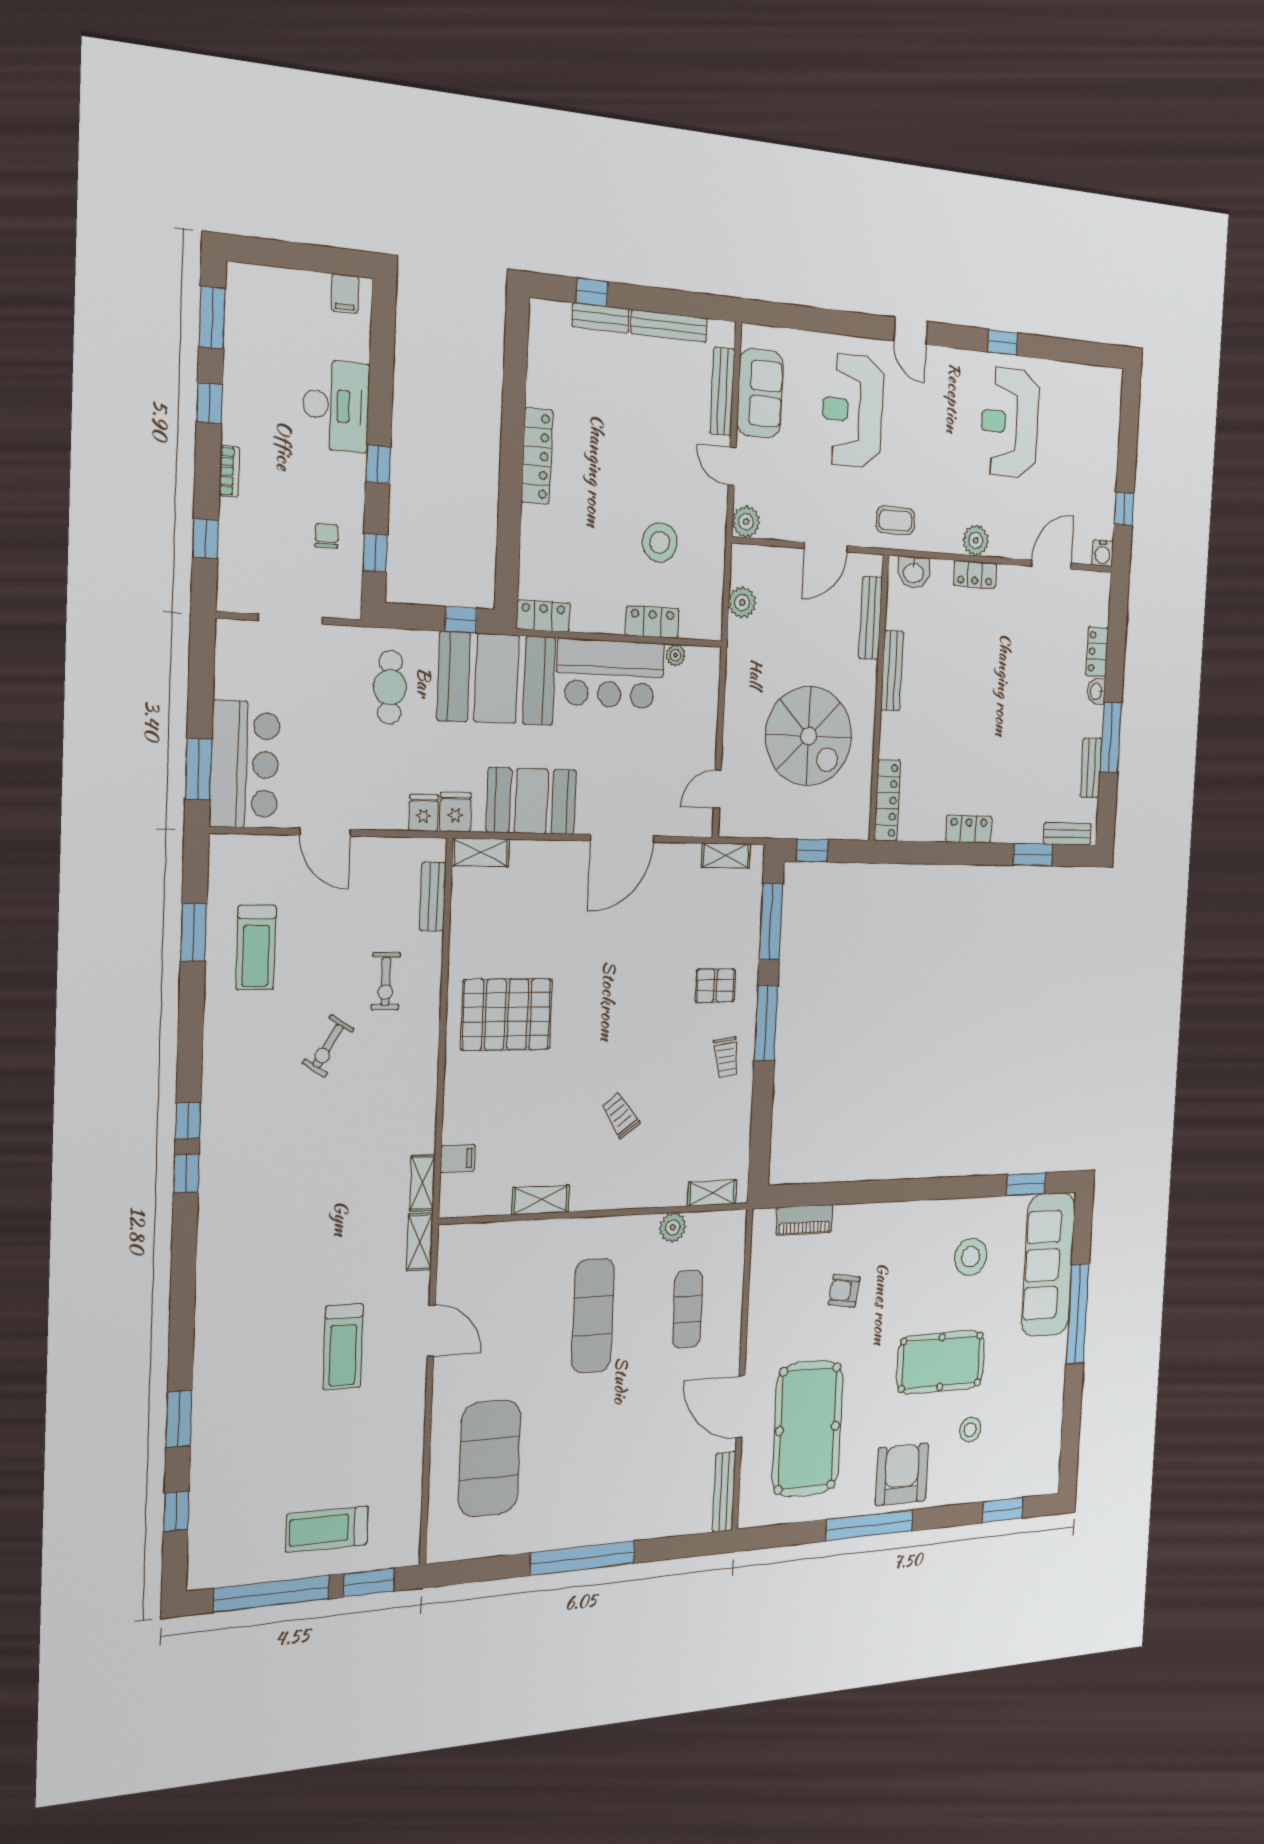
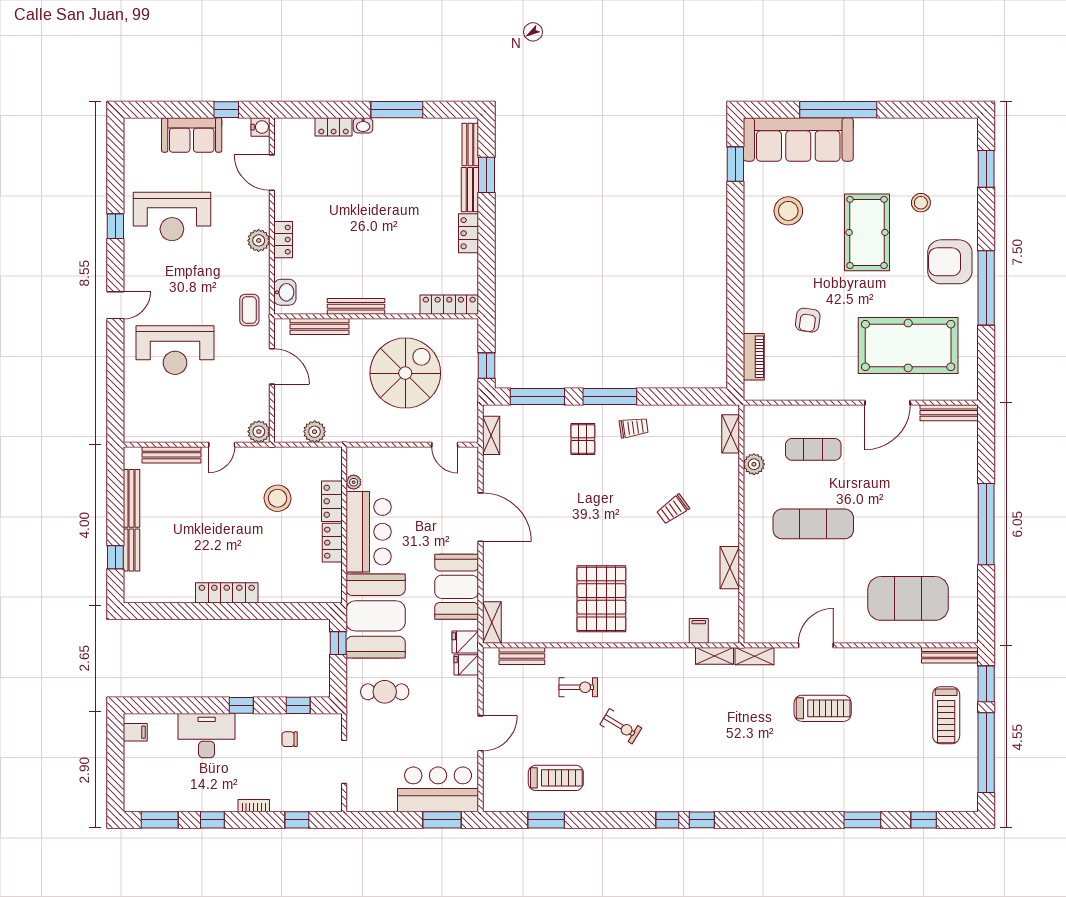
sofa: (760, 393) -> (192, 135), moved, turned 180
locker: (543, 616) -> (332, 543), moved
bench: (1091, 768) -> (470, 190), moved, turned 90
bench: (410, 1526) -> (950, 655), added

